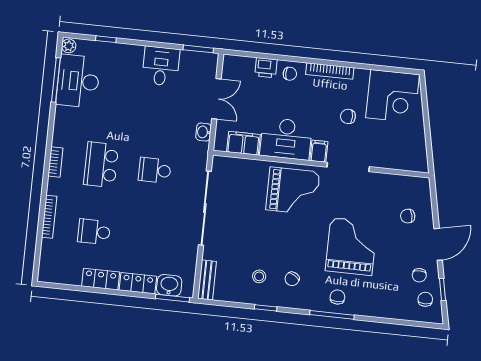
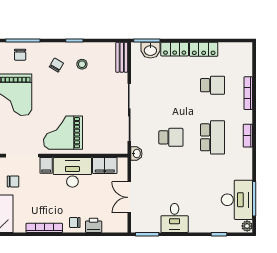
chair: (348, 116) -> (13, 181), moved
washbasin: (203, 132) -> (136, 154), moved

